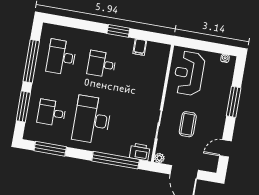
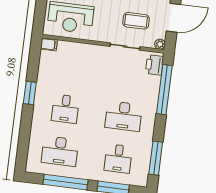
filing cabinet: (140, 47) -> (49, 44), moved
desk: (92, 120) -> (124, 116), width x0.73, depth x0.77
coffee table: (188, 124) -> (136, 21), moved

